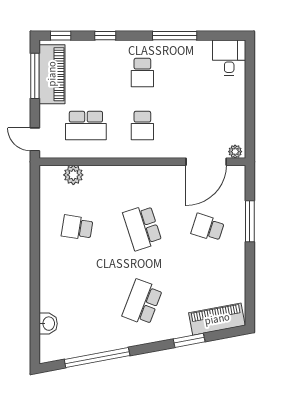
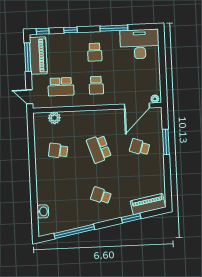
desk: (229, 58) -> (140, 44), width x1.87, depth x1.30
school desk: (142, 302) -> (101, 196), width x0.54

